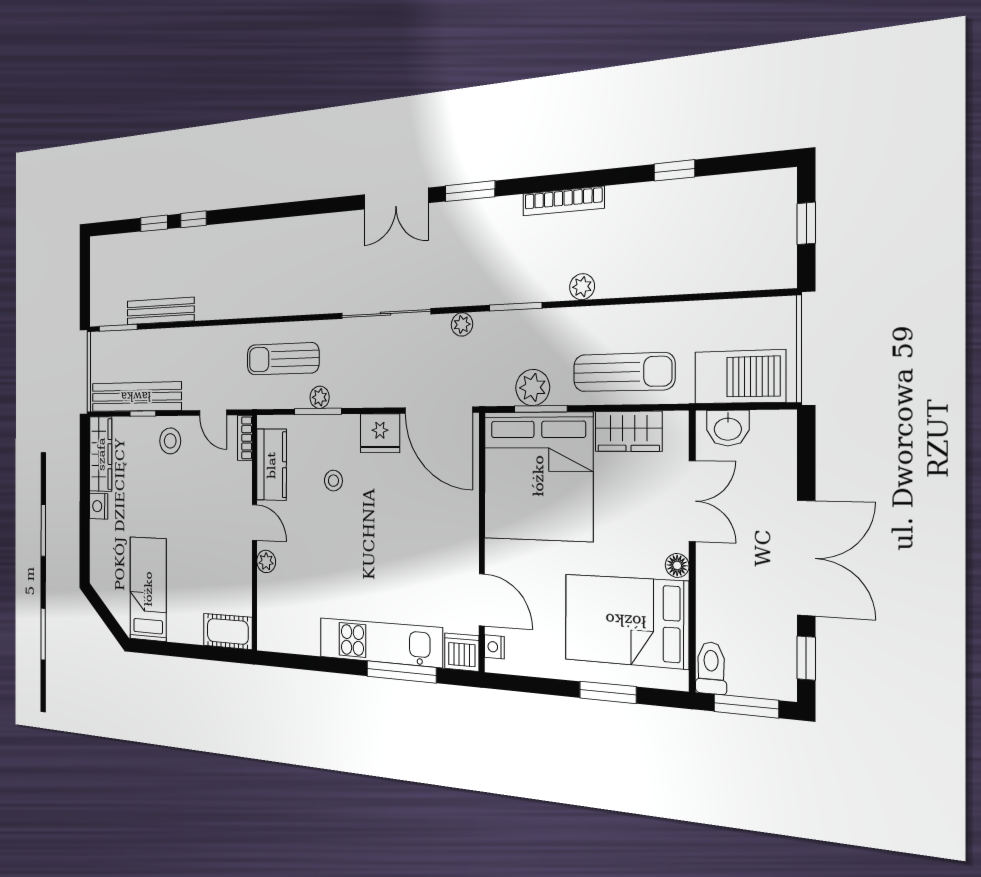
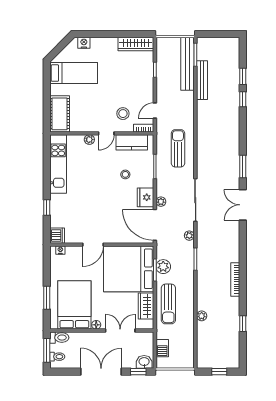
window: (470, 191) -> (243, 166), moved
plant: (582, 287) -> (202, 316), moved
barbecue: (740, 377) -> (162, 348), width x0.53, depth x0.65
bench: (136, 397) -> (187, 64), moved
plant: (320, 397) -> (161, 202), moved
door: (438, 410) -> (155, 225), hinge flipped
washbasin: (728, 428) -> (144, 362), moved, turned 90
stool: (170, 441) -> (123, 114), moved
double door: (692, 501) -> (120, 331), swing flipped
nightstand: (99, 506) -> (84, 43), moved
double door: (806, 558) -> (101, 372), swing flipped
door: (482, 600) -> (93, 245), moved
cot: (228, 631) -> (60, 114), width x1.37, depth x1.34
kitchen unit: (380, 642) -> (58, 164), moved
window: (806, 658) -> (138, 372), moved
window: (401, 672) -> (47, 208), width x0.46
toilet: (764, 678) -> (57, 357), added

